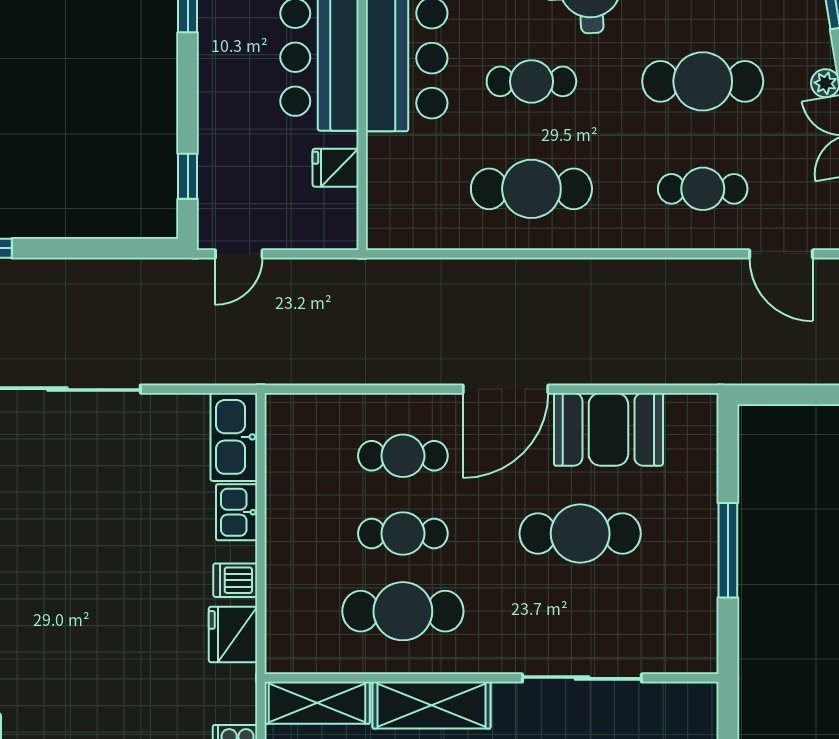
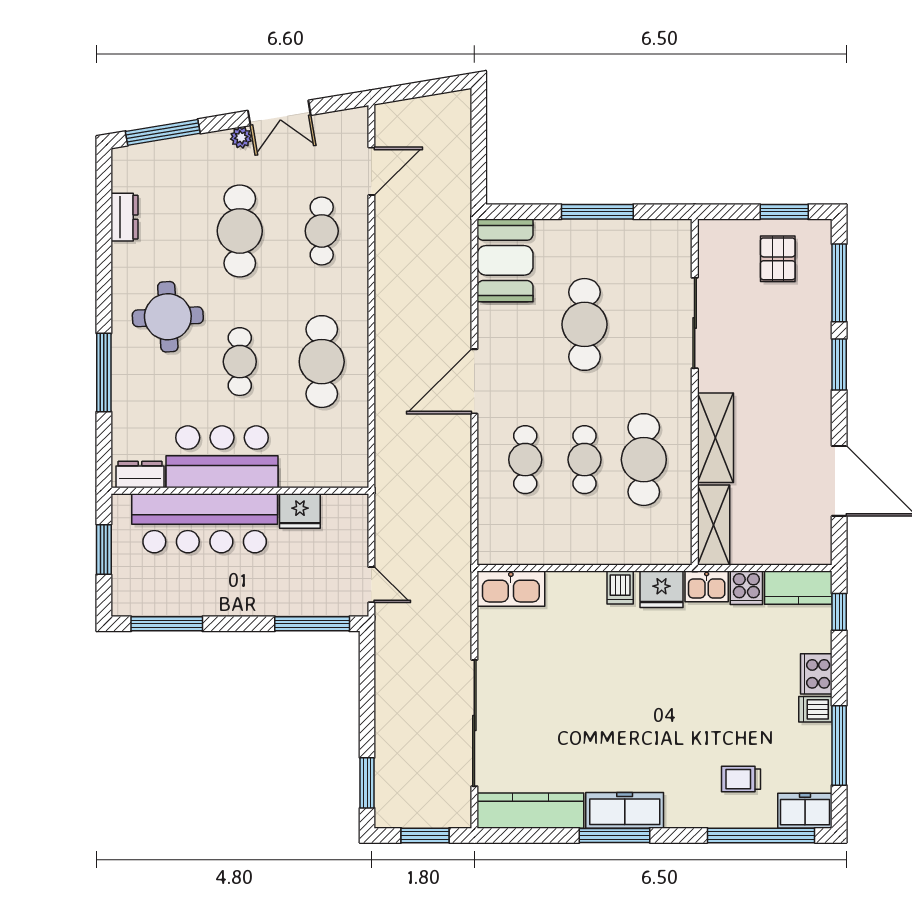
fridge: (336, 168) -> (300, 511), width x1.38
window: (188, 176) -> (312, 624), width x2.17
door: (505, 389) -> (474, 381), swing flipped
booth: (608, 429) -> (505, 260), moved
kitchen sink: (237, 512) -> (707, 586), moved

